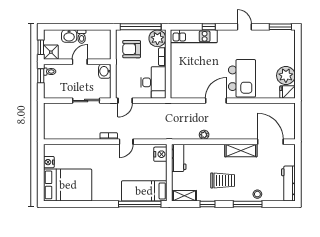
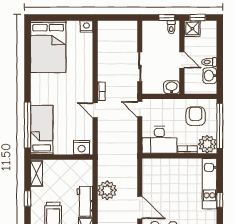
washbasin: (69, 36) -> (210, 76), moved
plant: (204, 135) -> (107, 190), width x1.87, depth x1.87
workbench: (179, 158) -> (85, 201), moved, turned 90
nightstand: (49, 162) -> (86, 26), moved

